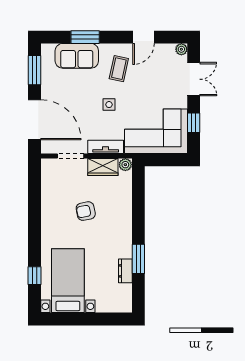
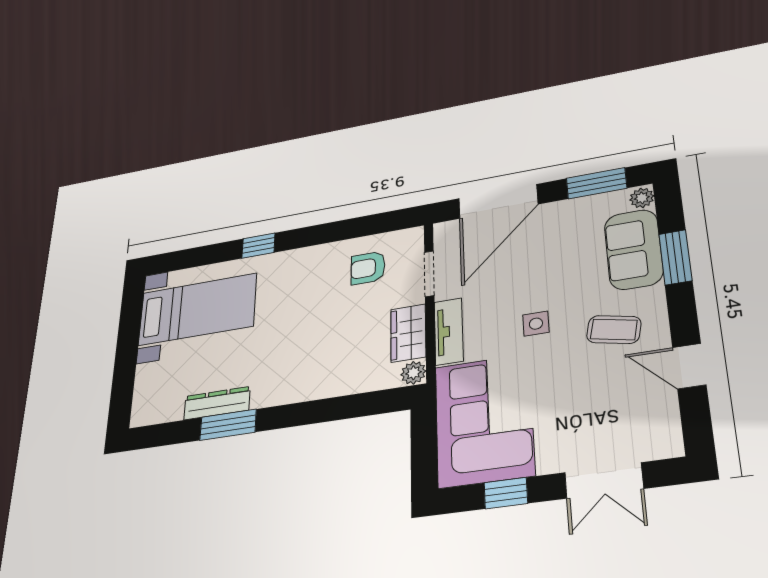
plant: (181, 49) -> (642, 198), moved
armchair: (86, 211) -> (368, 268), moved, turned -79
dresser: (125, 271) -> (217, 403), width x1.44
window: (34, 276) -> (258, 246), moved

